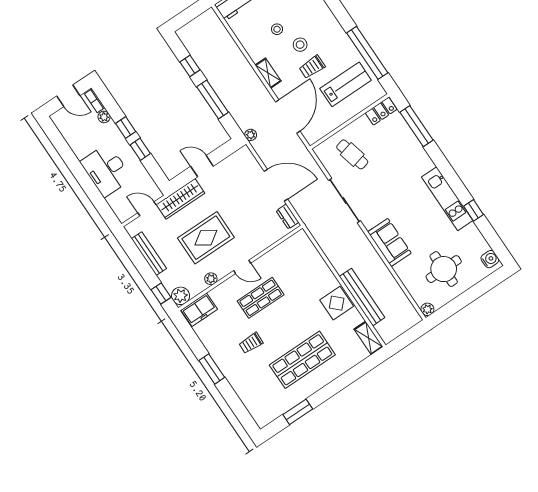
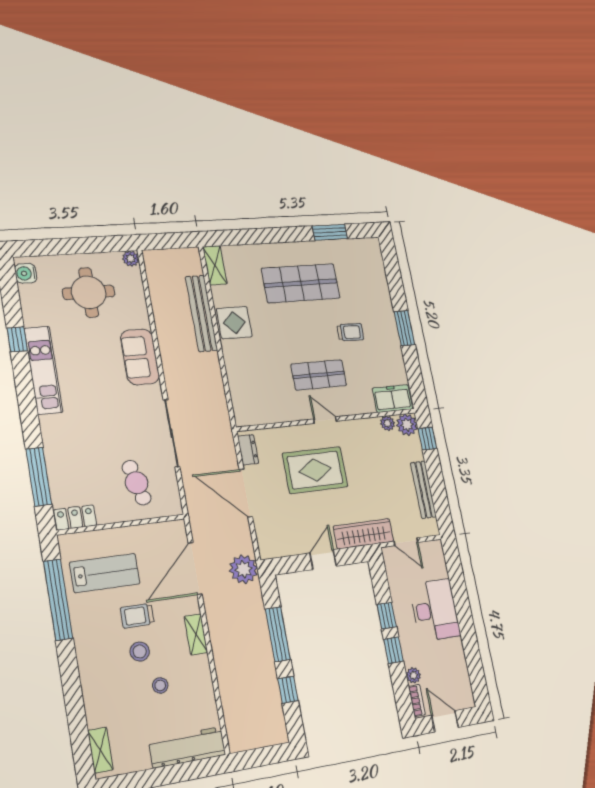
trolley: (312, 67) -> (137, 616), turned 180
lab bench: (346, 84) -> (105, 573), turned 180
plant: (251, 135) -> (244, 569), width x1.88, depth x1.88
door: (202, 166) -> (323, 560), swing flipped
rug: (206, 238) -> (315, 470), moved
plant: (211, 279) -> (388, 423), moved

